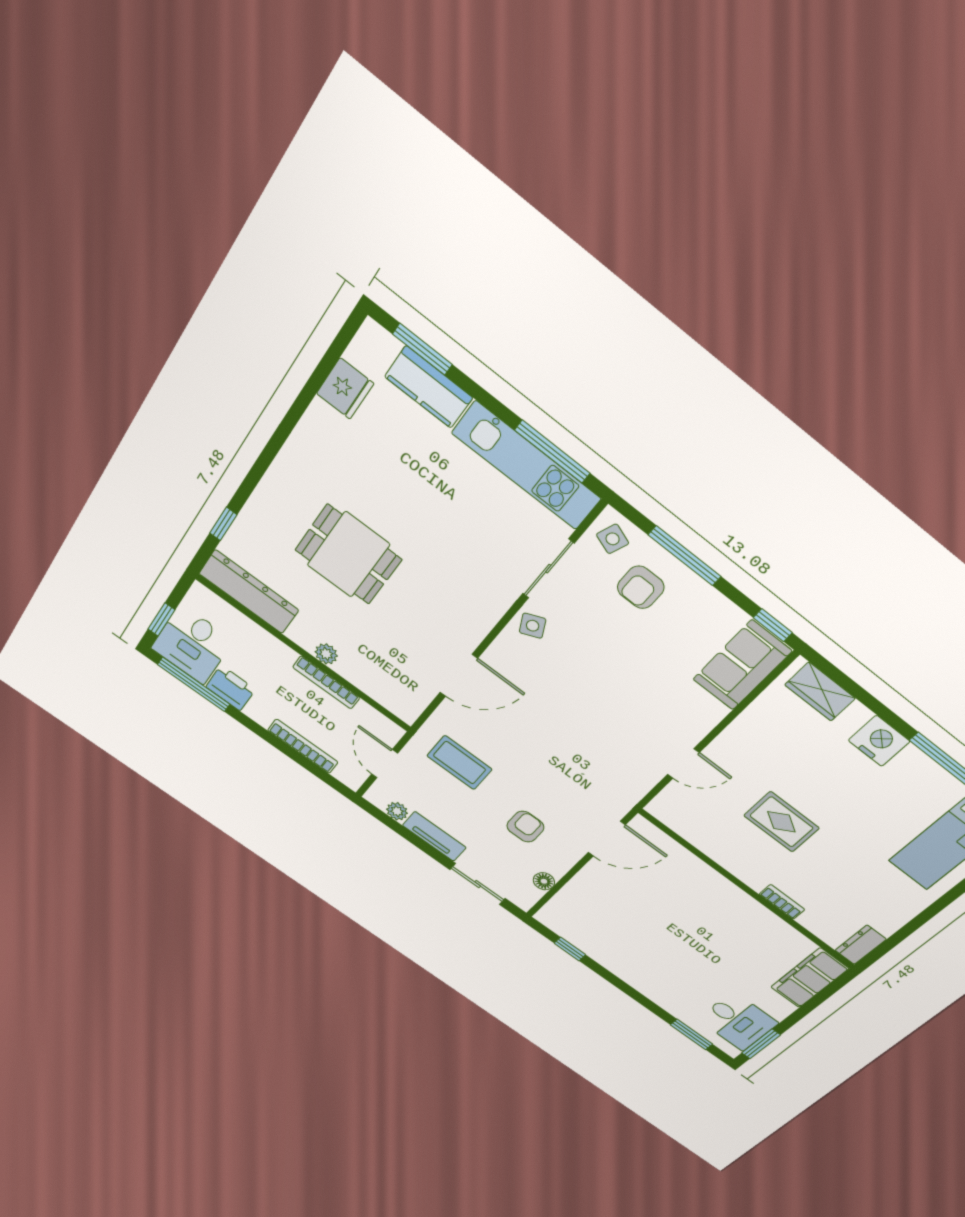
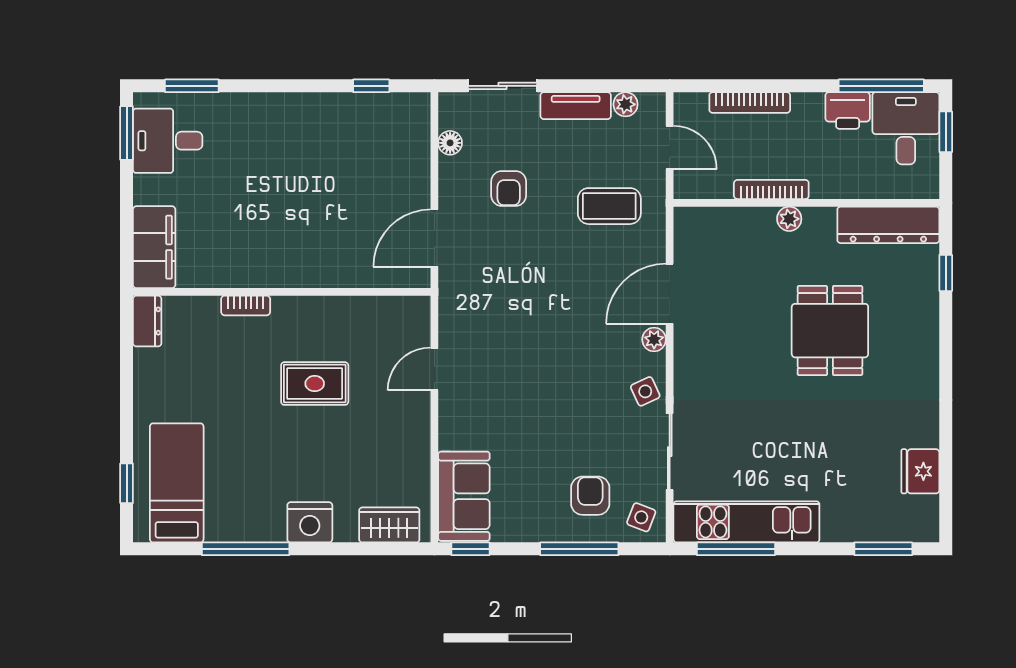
kitchen counter: (429, 387) -> (860, 524), removed
dining table: (348, 555) -> (830, 331), turned 90
plant: (496, 655) -> (654, 339), added

